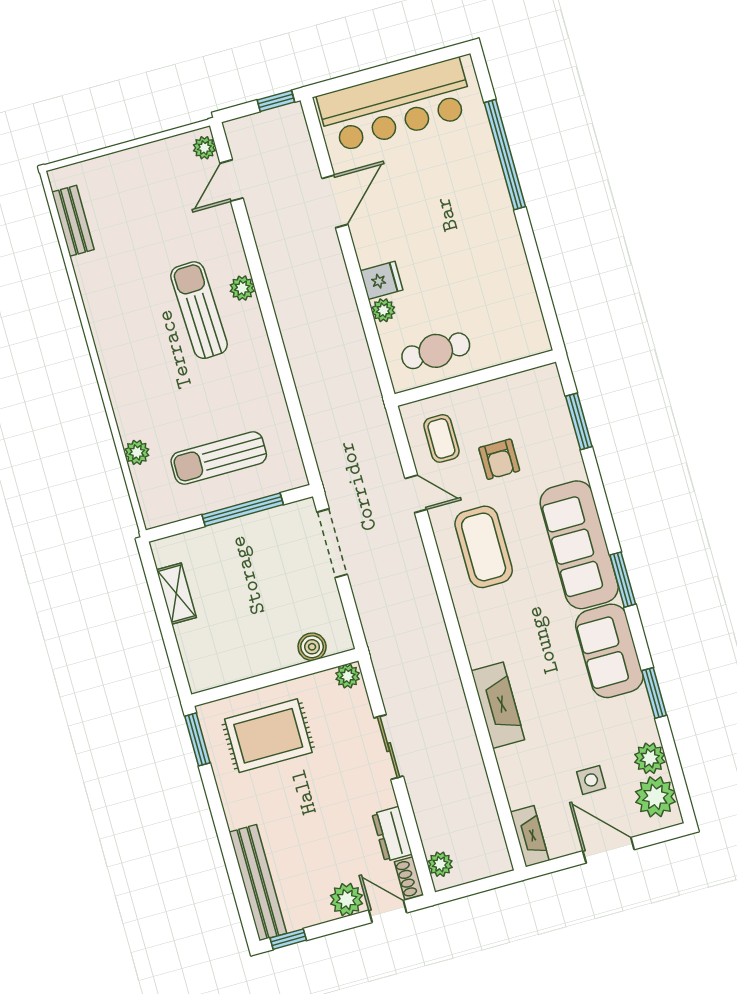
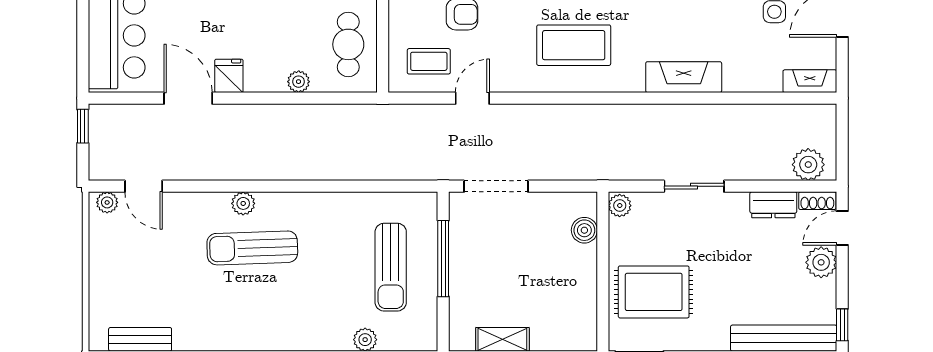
fridge: (381, 280) -> (229, 76), moved
coffee table: (484, 547) -> (574, 45), moved
rug: (268, 736) -> (654, 292), turned 90
plant: (440, 864) -> (808, 165), width x1.38, depth x1.38

